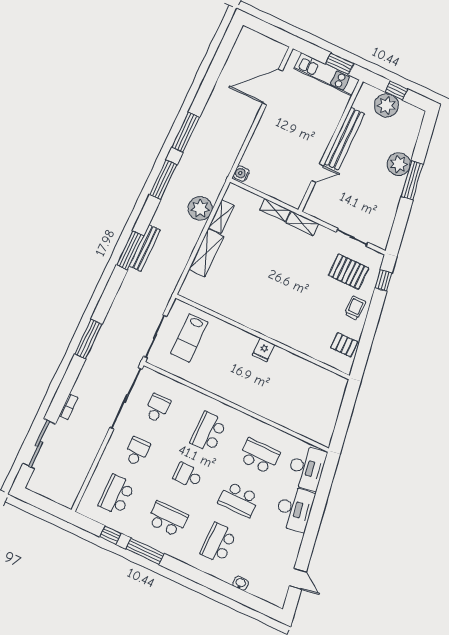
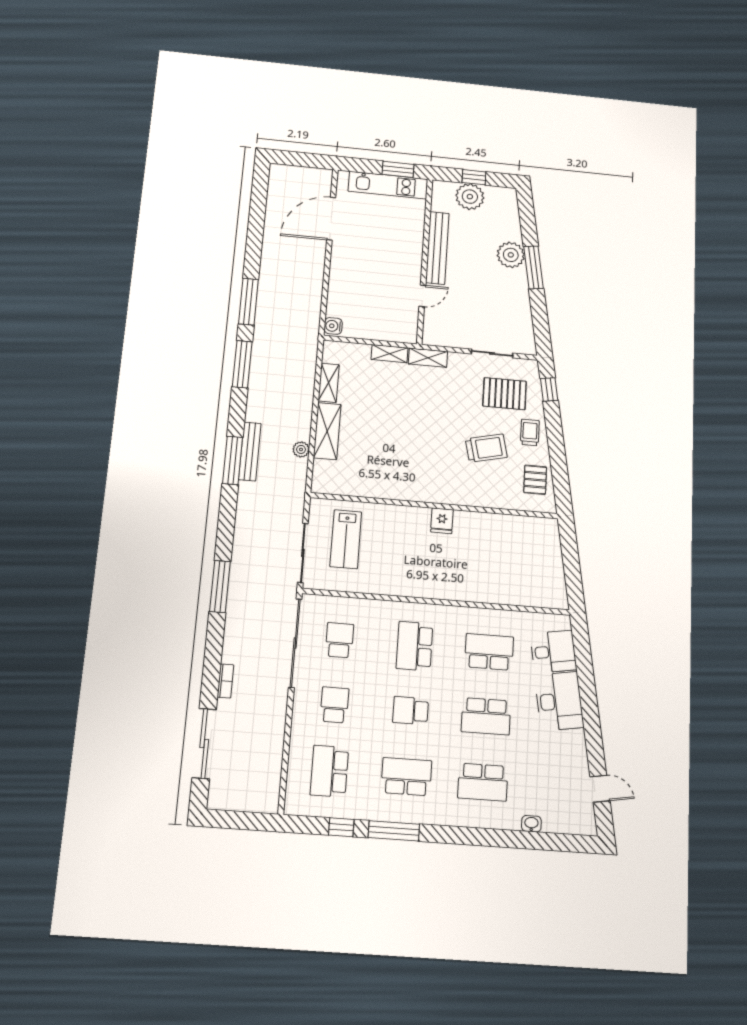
plant: (200, 208) -> (301, 449), moved, width x0.53, depth x0.53
trolley: (318, 308) -> (486, 448), added
pallet: (344, 345) -> (535, 480), turned 90
desk: (307, 468) -> (553, 652), width x0.73
school desk: (218, 543) -> (483, 782), turned -90

